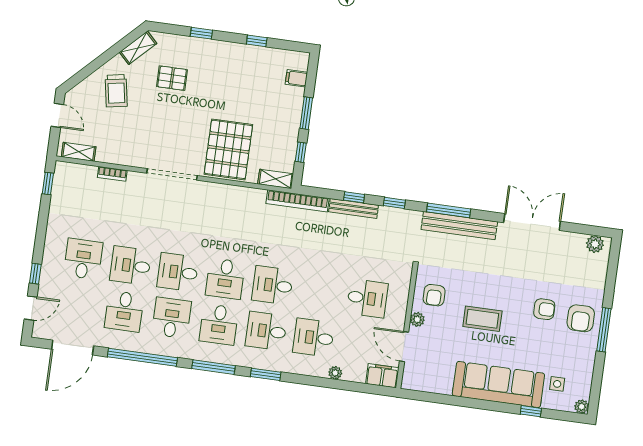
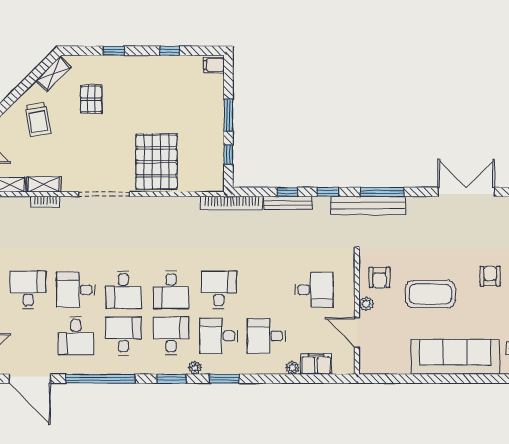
pallet: (172, 78) -> (91, 99), turned 90
filing cabinet: (296, 78) -> (214, 65), moved
shelving: (276, 179) -> (44, 184), moved
bench: (459, 226) -> (368, 205), moved
desk: (178, 272) -> (123, 290), turned -90
desk: (273, 285) -> (219, 290), turned 90
armchair: (544, 309) -> (490, 276), turned -90
coffee table: (482, 319) -> (430, 294), width x1.36, depth x1.32
desk: (219, 324) -> (171, 336), turned 180
door: (73, 348) -> (30, 379), hinge flipped
plant: (238, 359) -> (195, 368), added
window: (213, 367) -> (172, 379), width x0.69
filing cabinet: (382, 376) -> (316, 364), moved
window: (531, 411) -> (491, 379), removed

